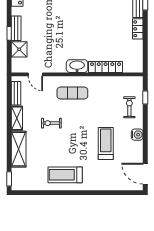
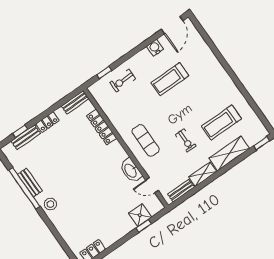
bench: (16, 28) -> (75, 102), moved
window: (9, 33) -> (144, 226), moved
washbasin: (77, 66) -> (131, 170), moved
door: (35, 74) -> (152, 185), swing flipped
water cooler: (137, 135) -> (155, 48), moved
treadmill: (65, 175) -> (221, 122), moved, turned 90

